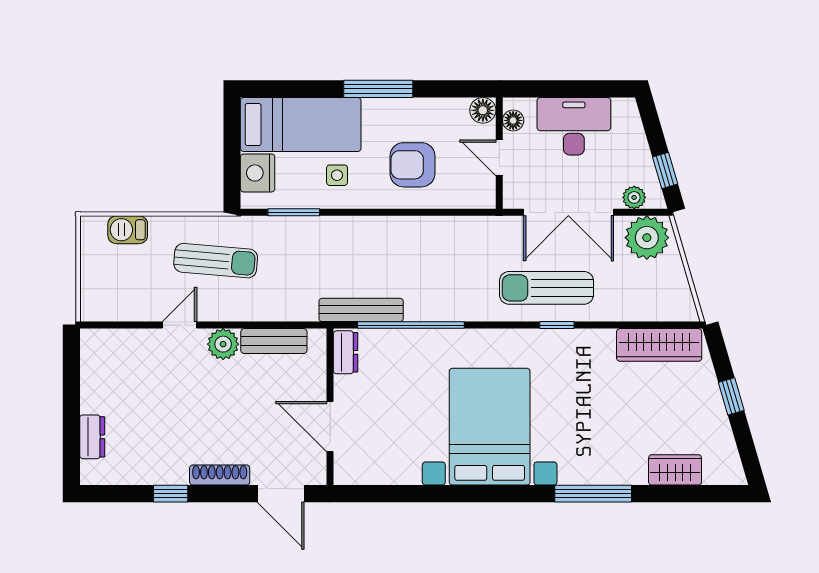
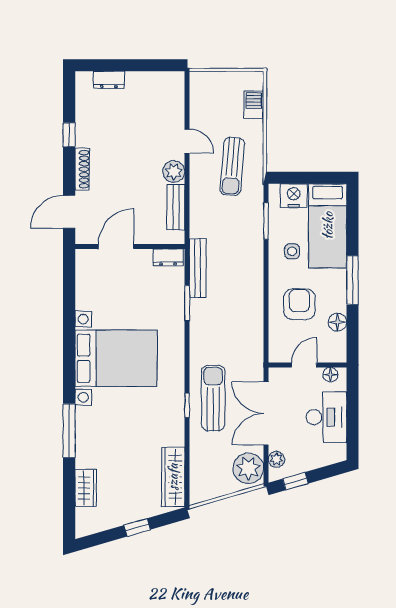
floor lamp: (483, 110) -> (337, 322), moved
window: (411, 325) -> (187, 303), width x0.47

